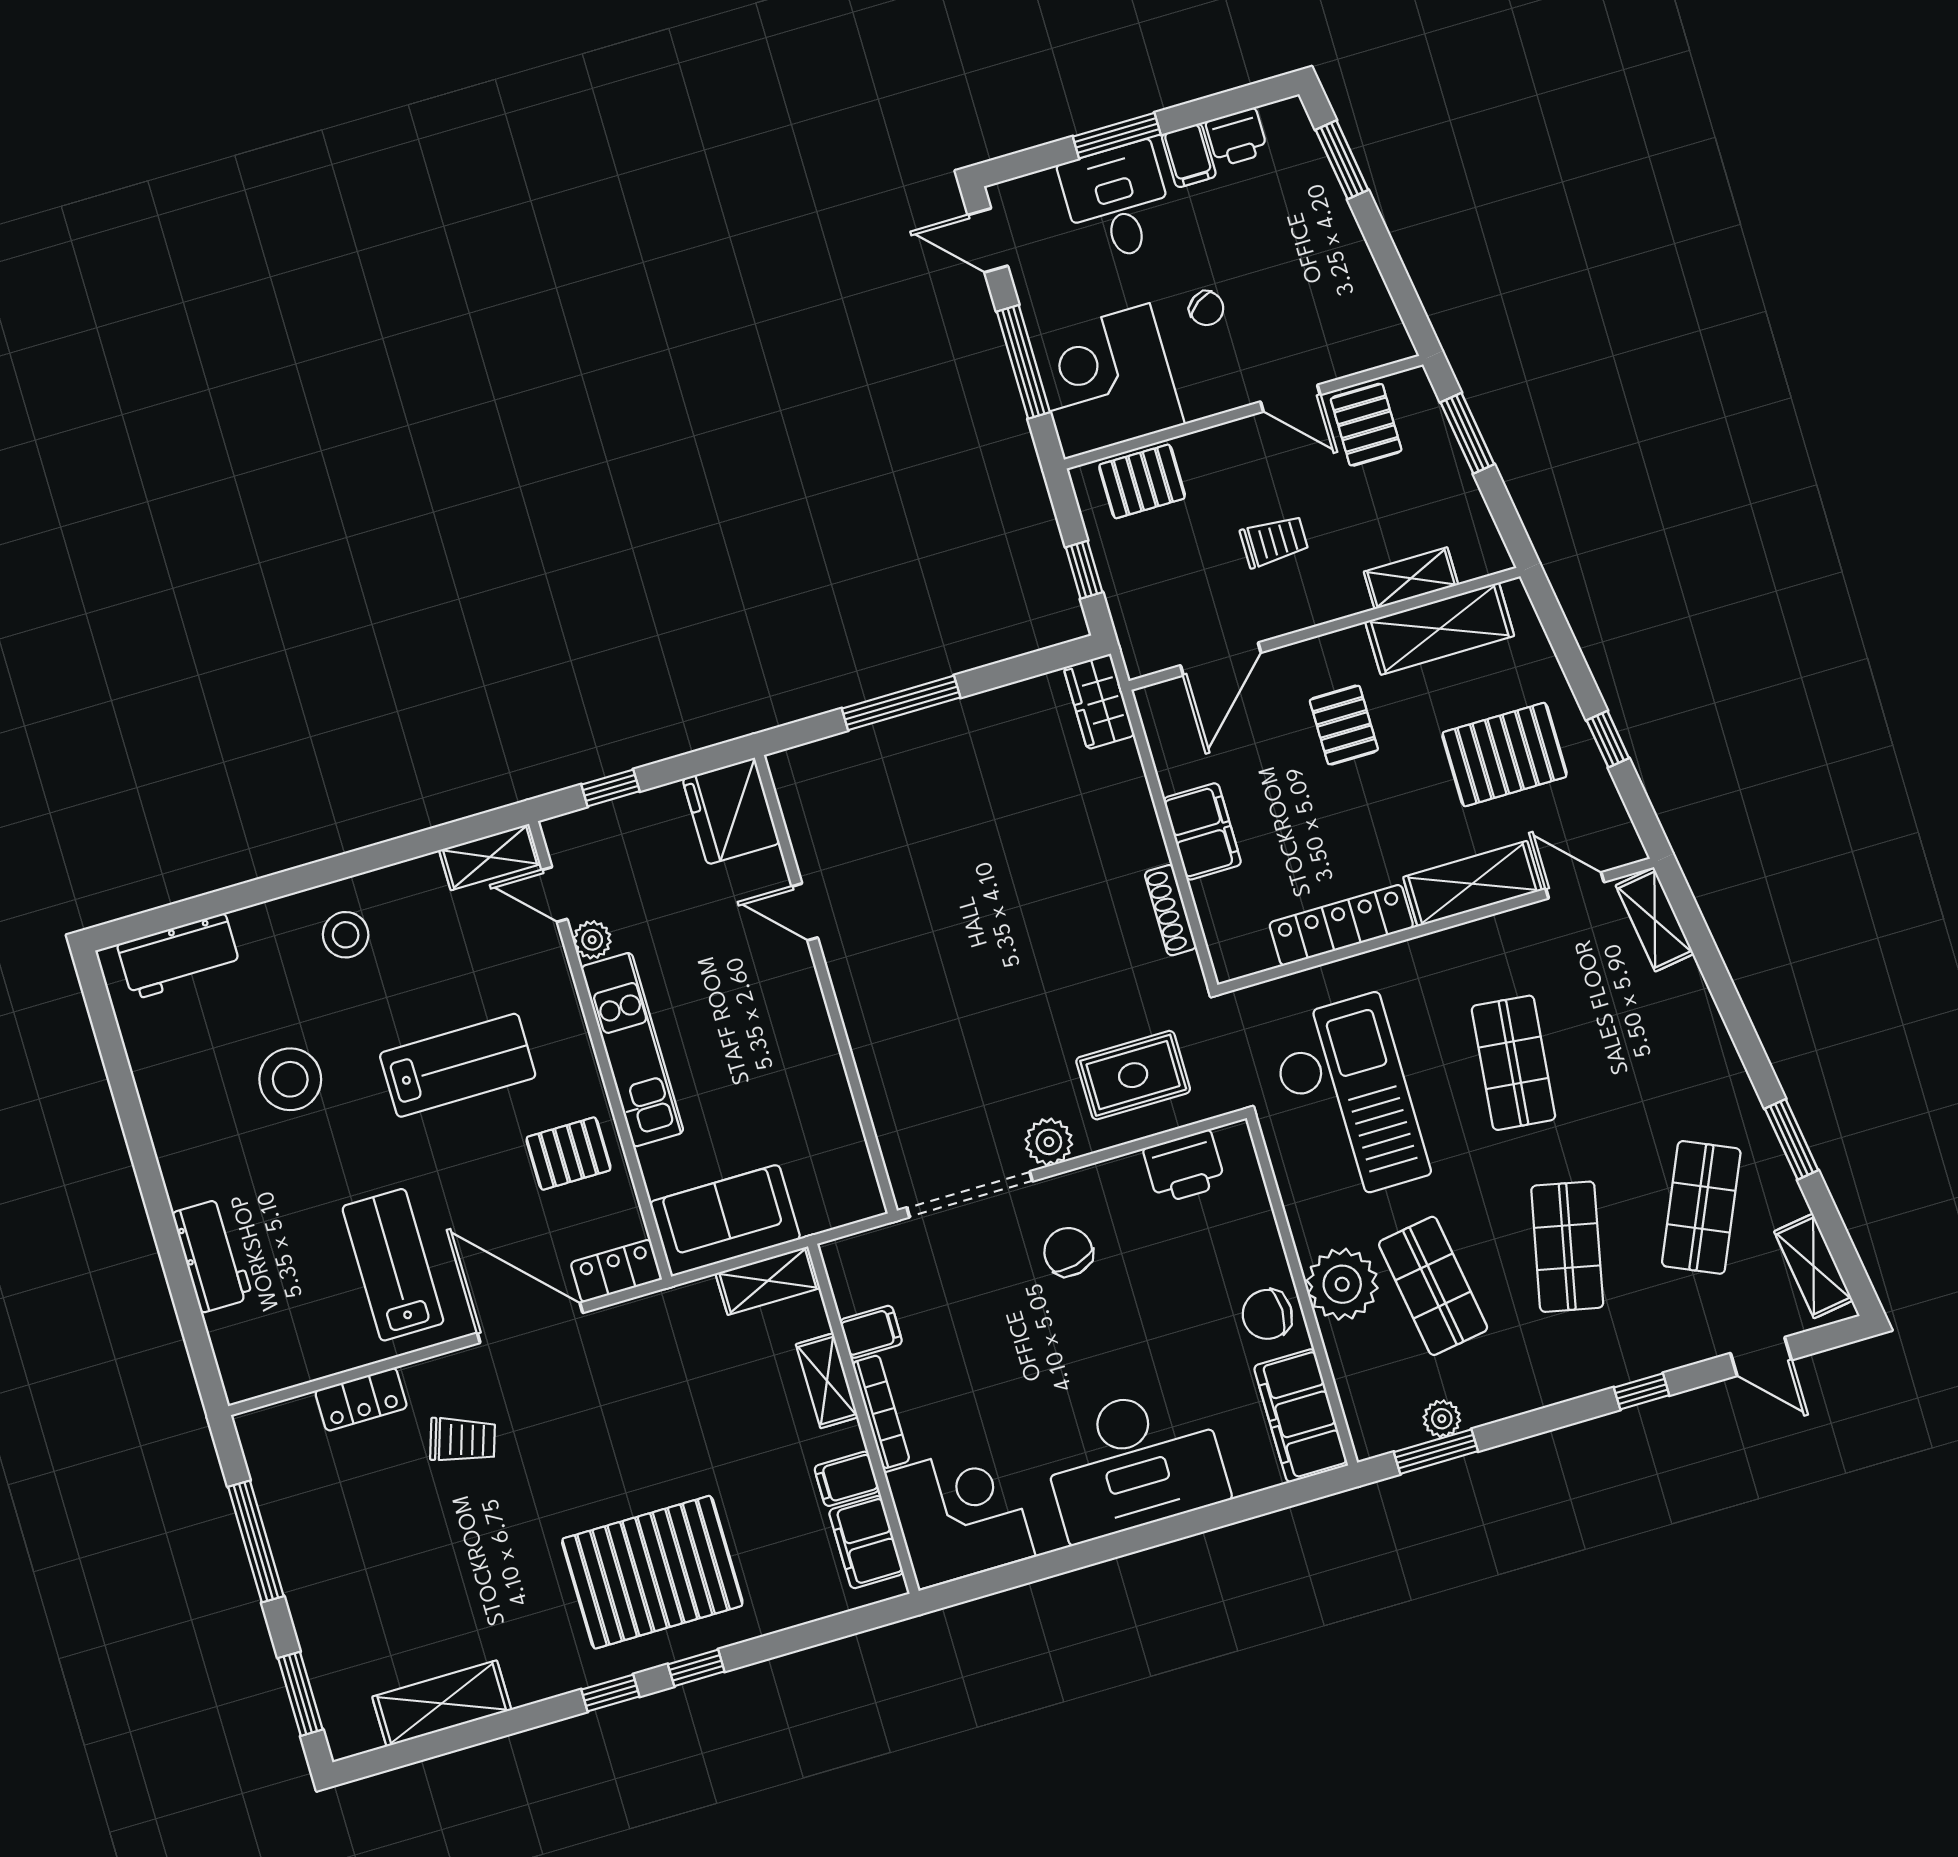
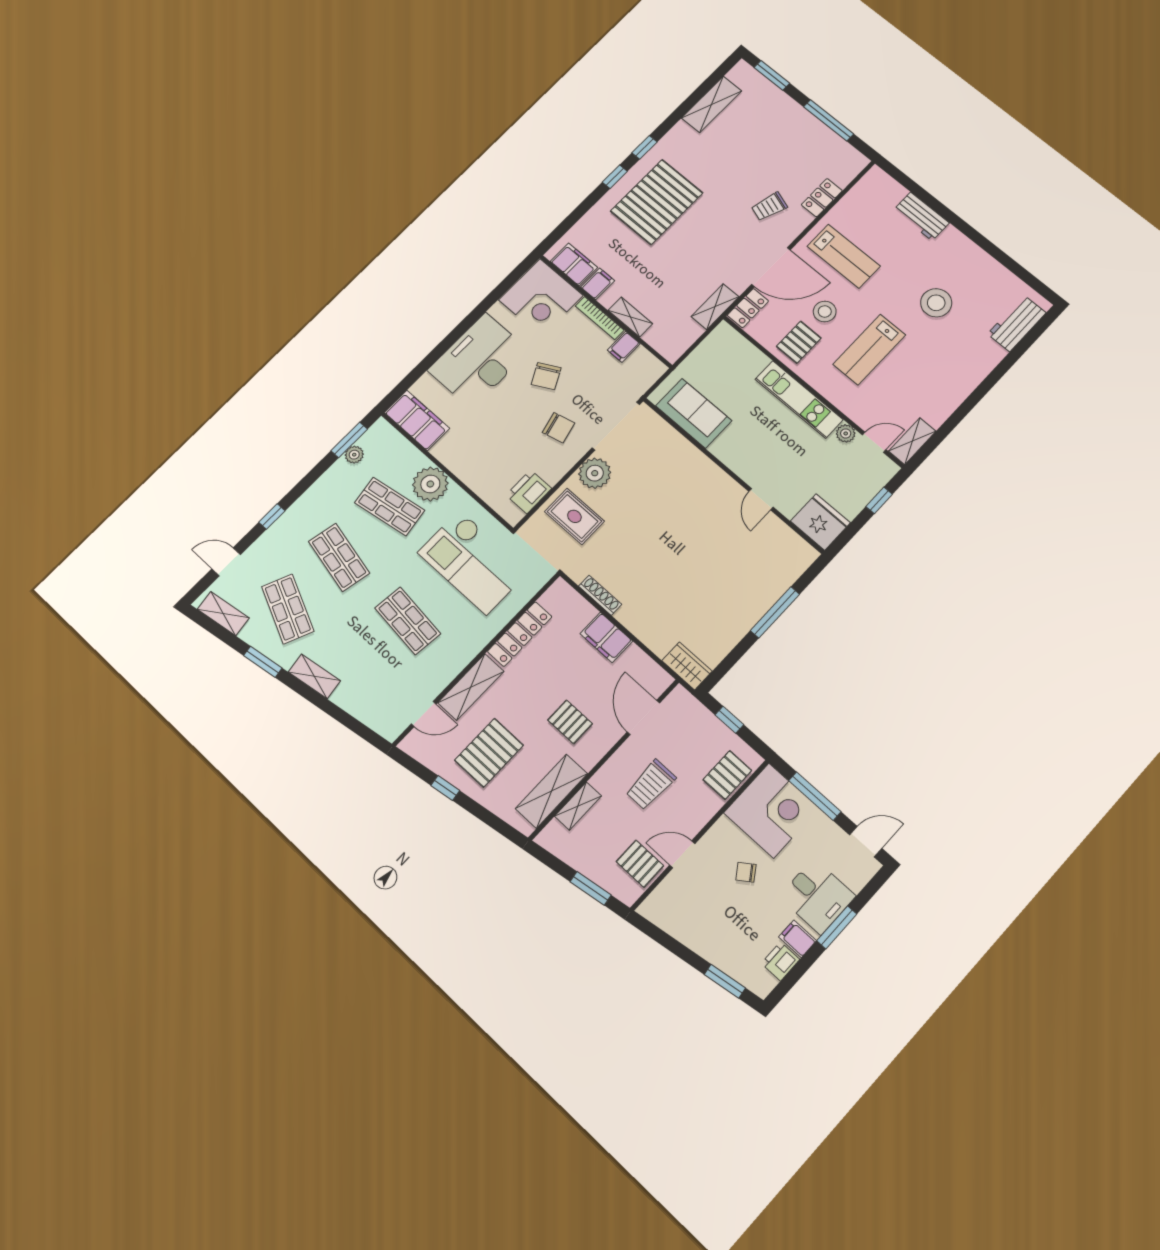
trolley: (1274, 541) -> (651, 785), width x1.36, depth x1.39
door: (805, 912) -> (761, 499), swing flipped
shelving: (1655, 920) -> (314, 676), moved
stool: (346, 935) -> (825, 311), moved
rug: (1133, 1075) -> (574, 516), turned 90
plant: (1049, 1142) -> (595, 473), width x1.36, depth x1.36
sofa: (725, 1220) -> (694, 413), moved, turned -90
shelving: (768, 1281) -> (715, 307), moved
chair: (1267, 1314) -> (546, 376), moved, turned 152

